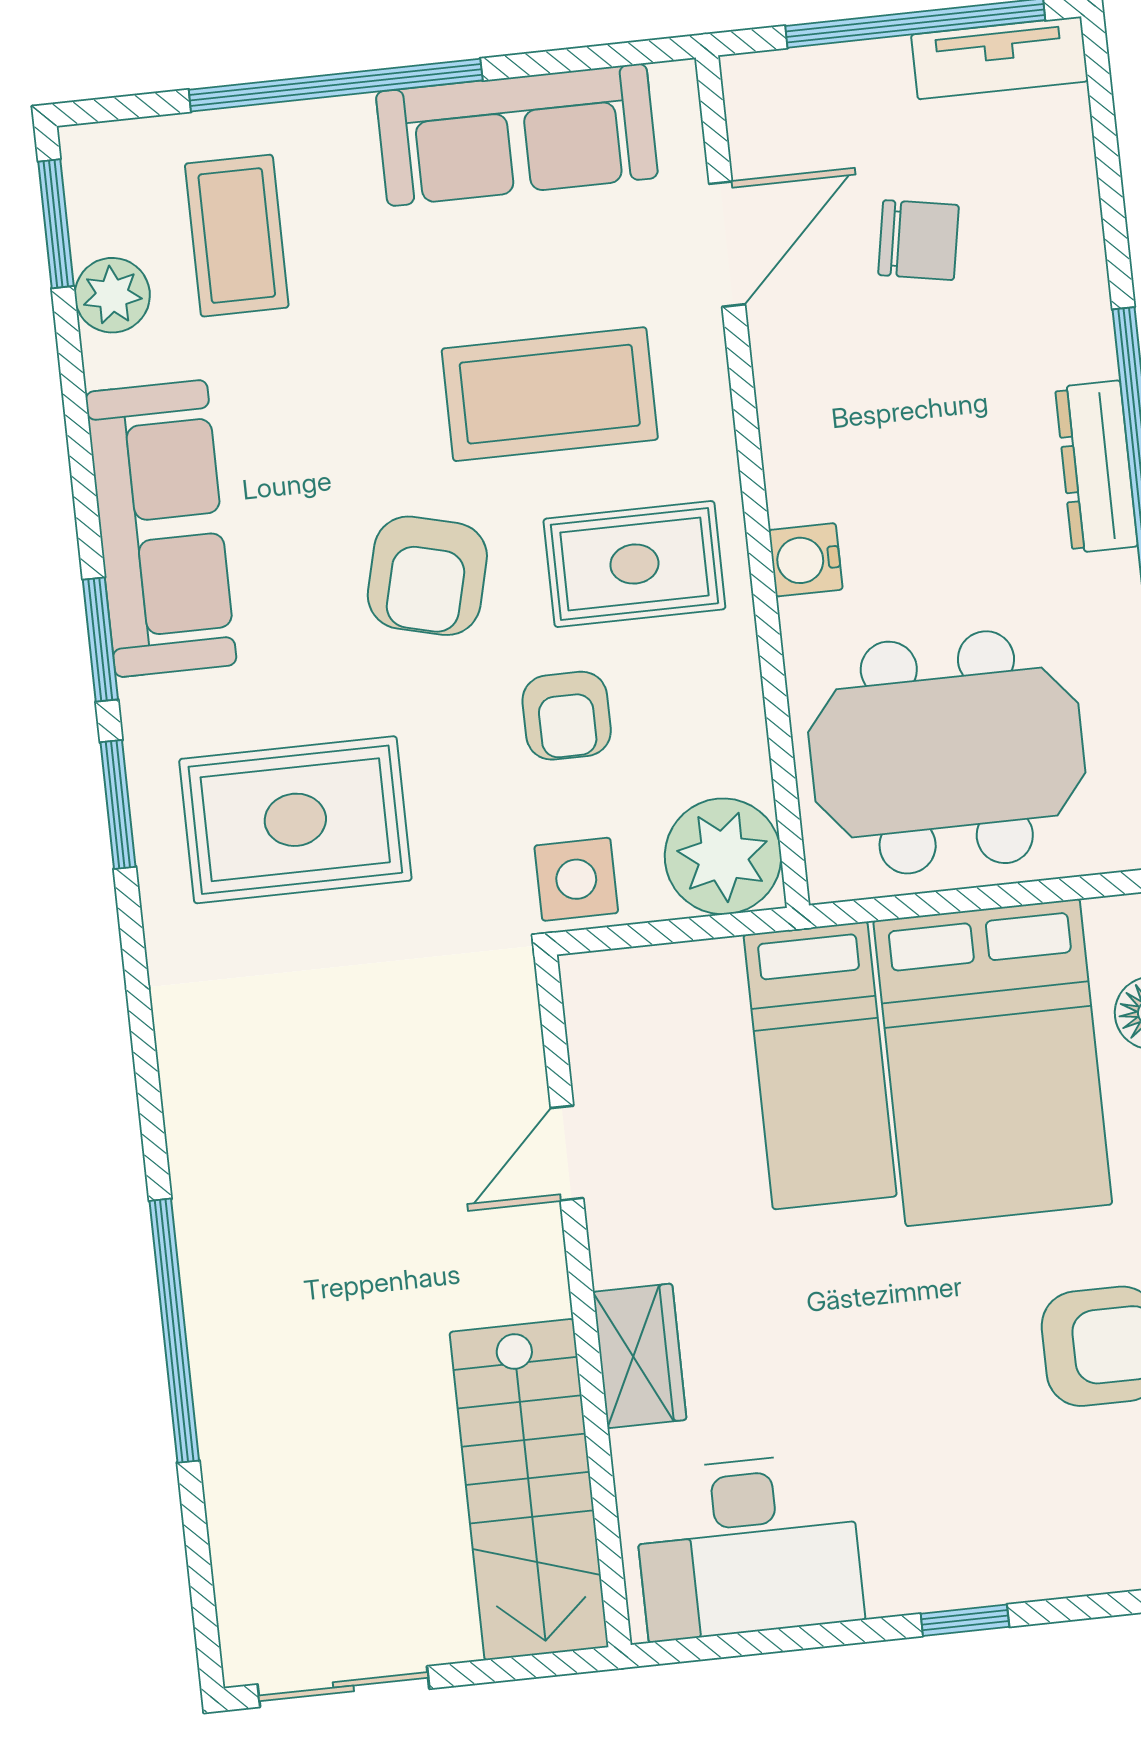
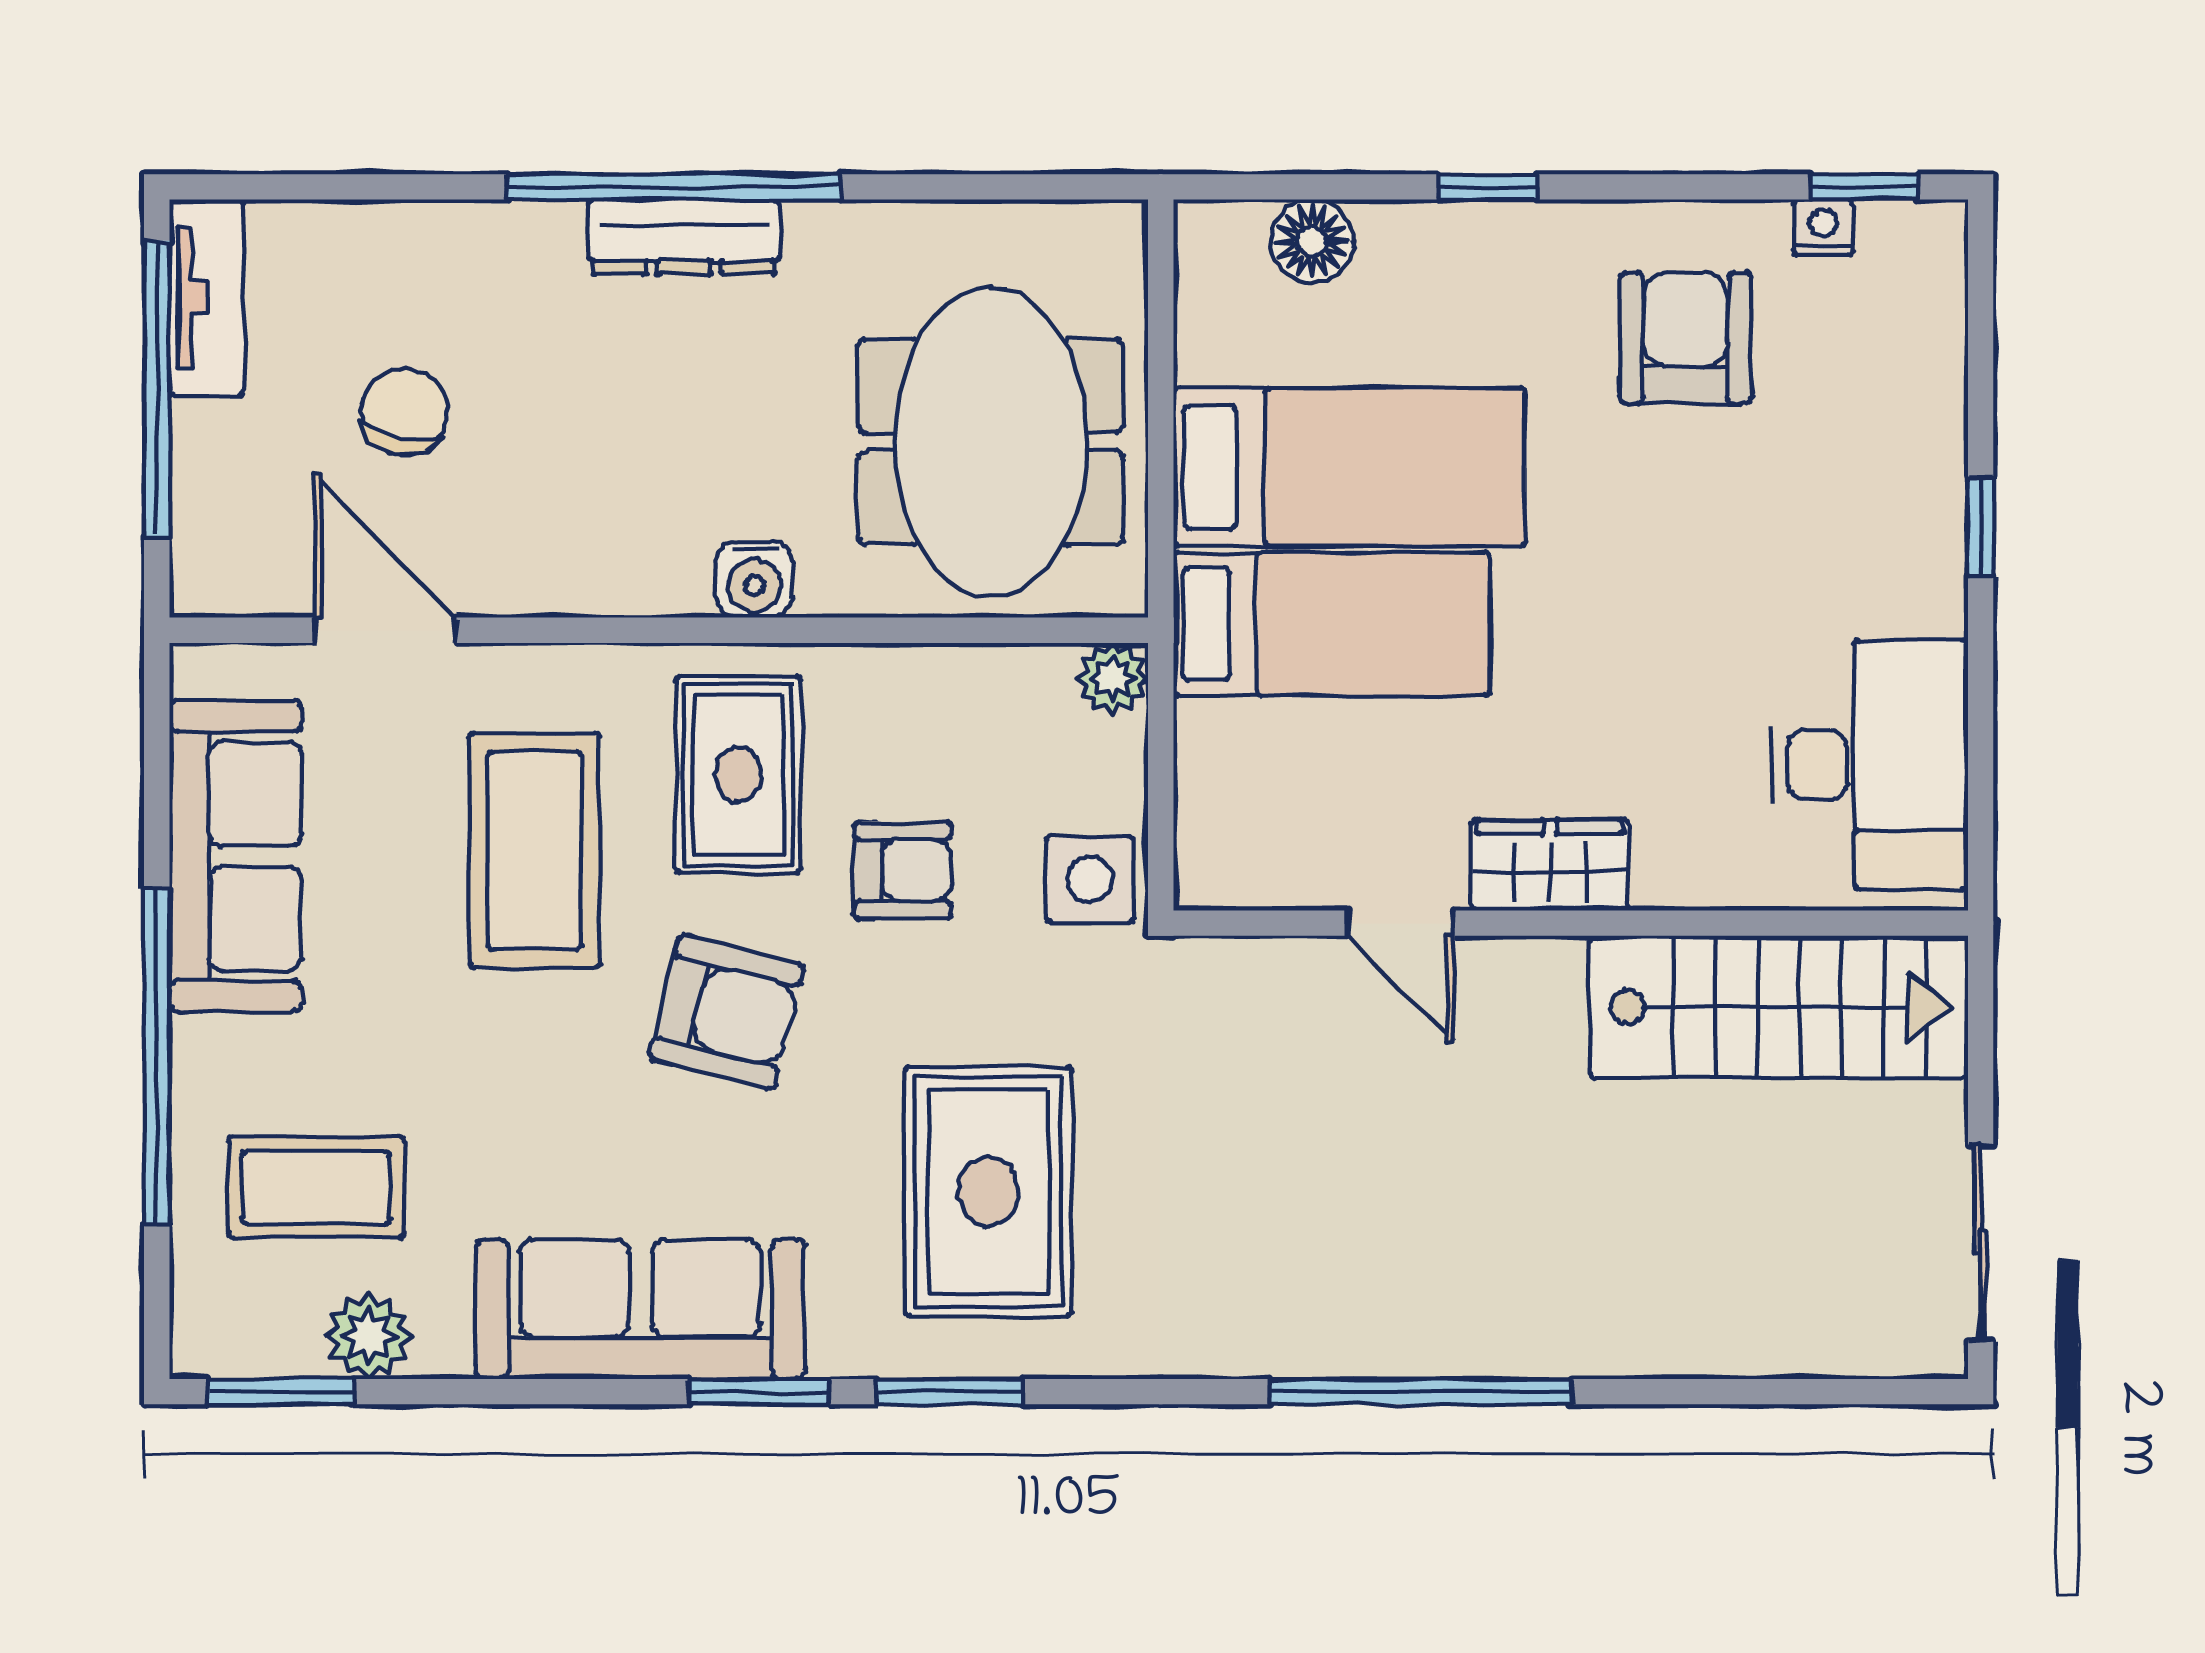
plant: (723, 856) -> (1113, 678), width x0.53, depth x0.53
bed: (993, 1063) -> (1349, 467), width x0.67
window: (174, 1331) -> (1420, 1392), moved
wardrobe: (640, 1356) -> (1550, 865), moved

